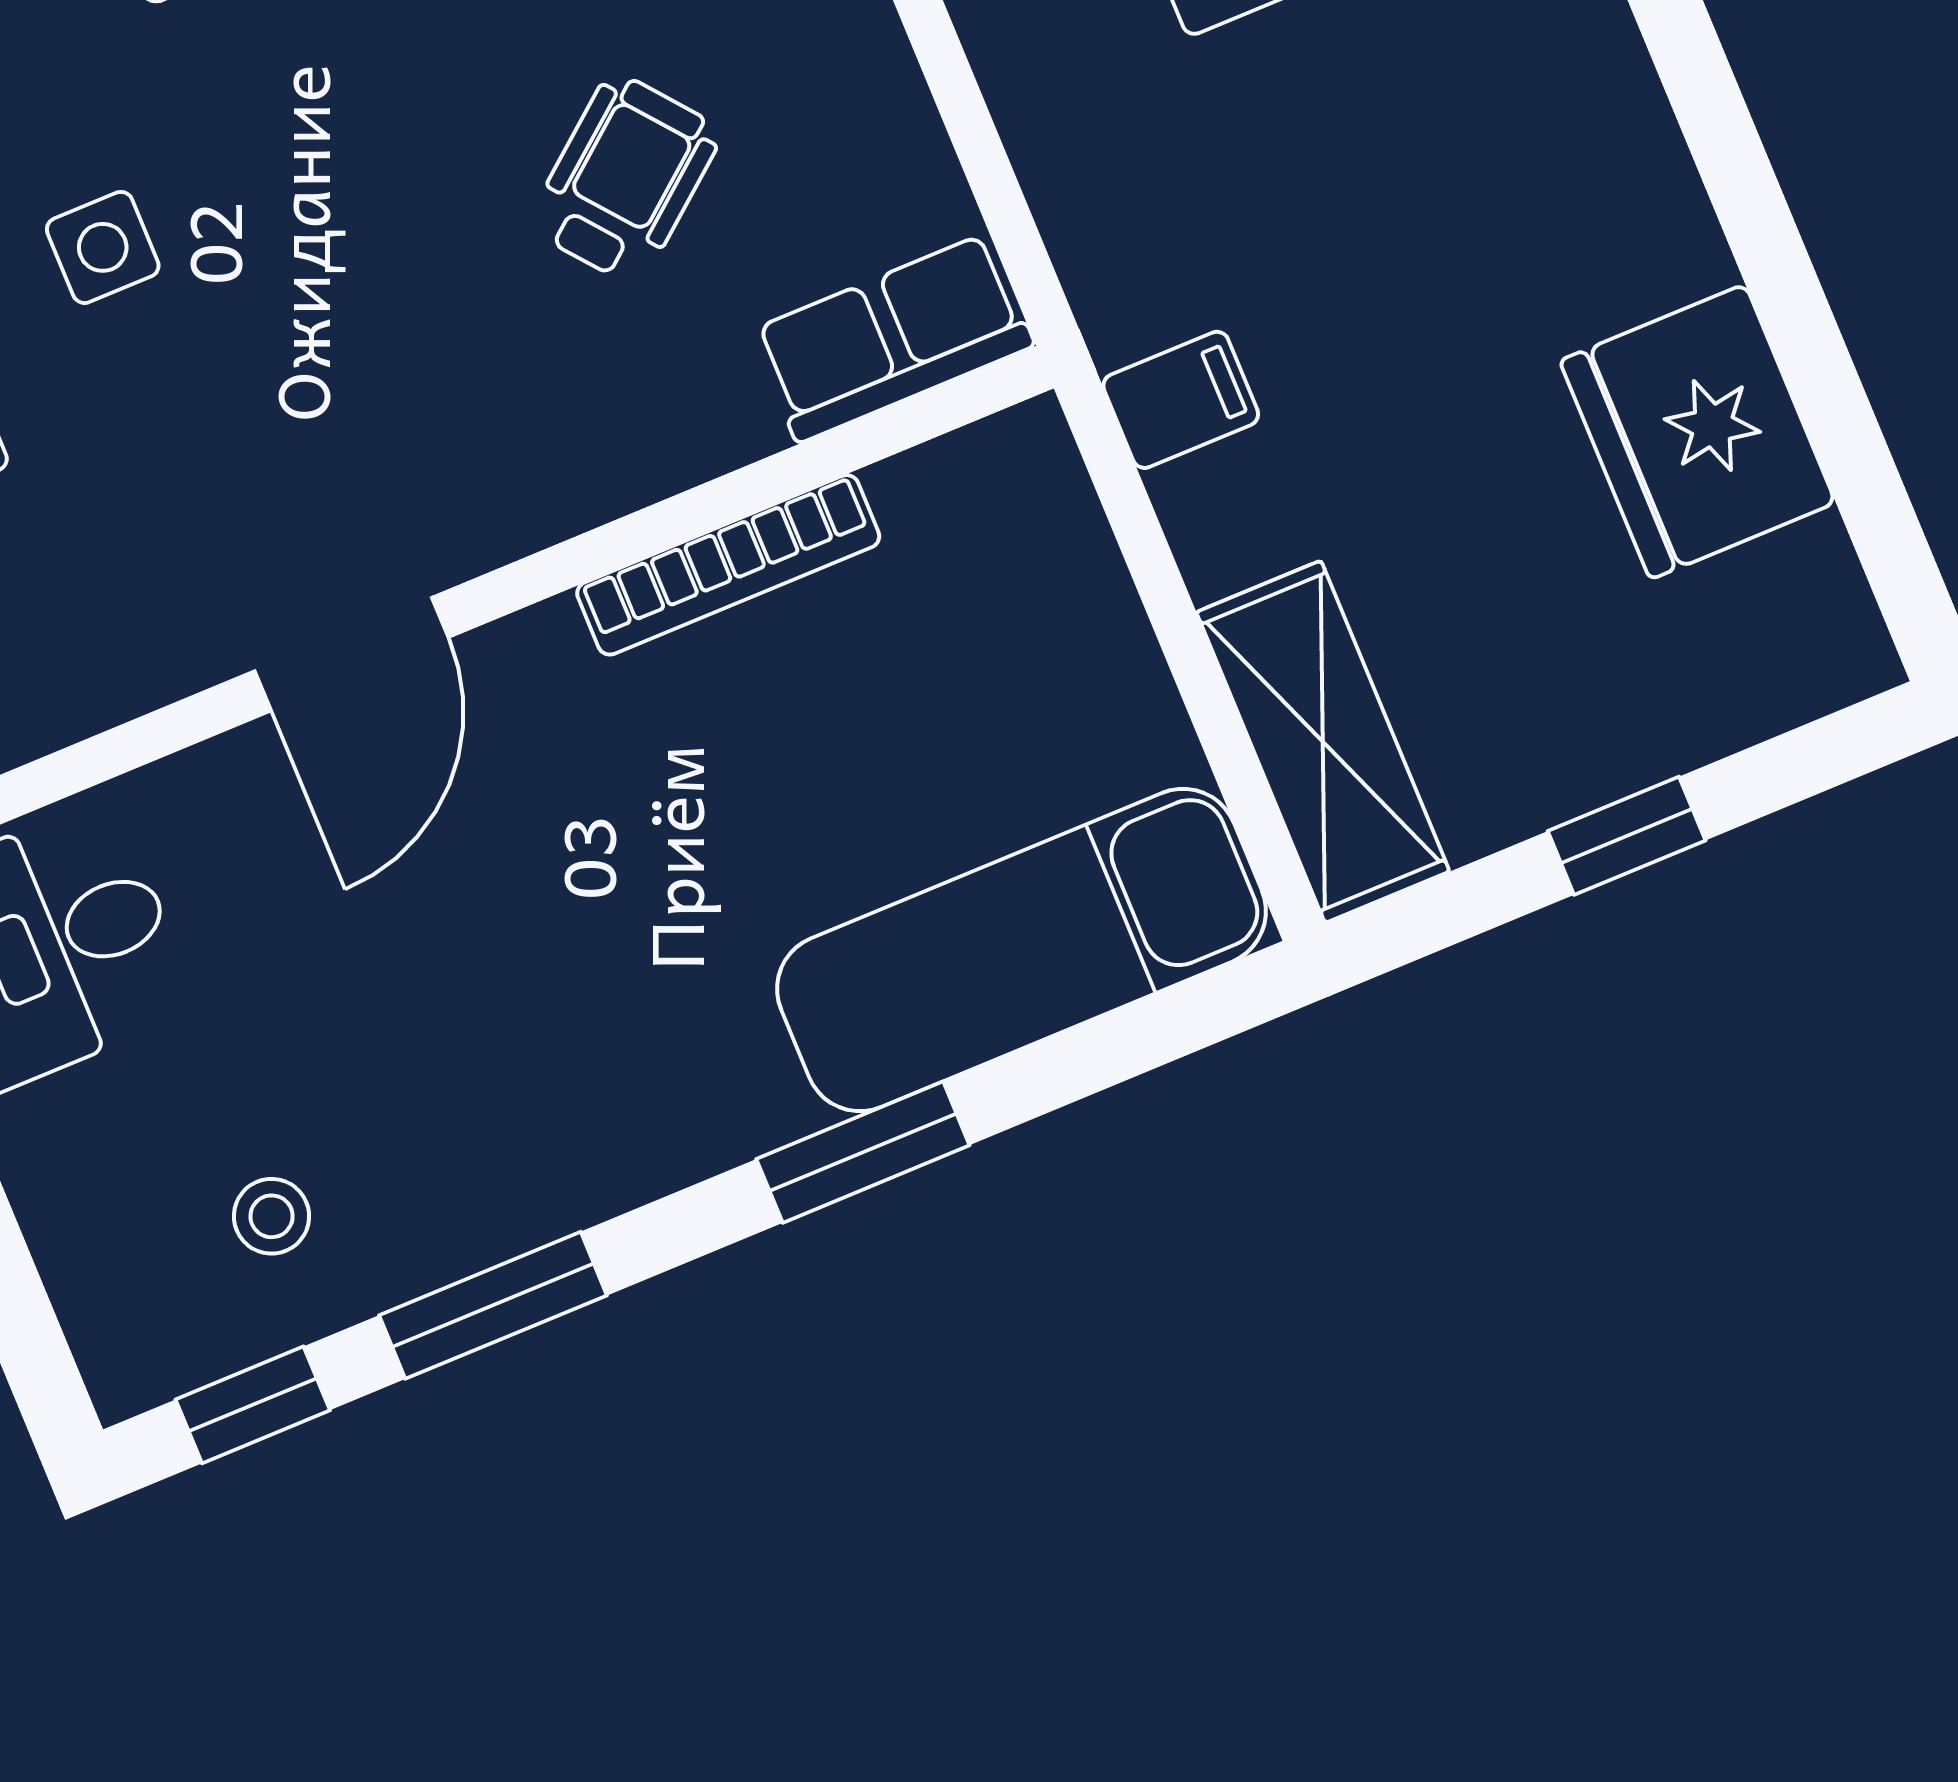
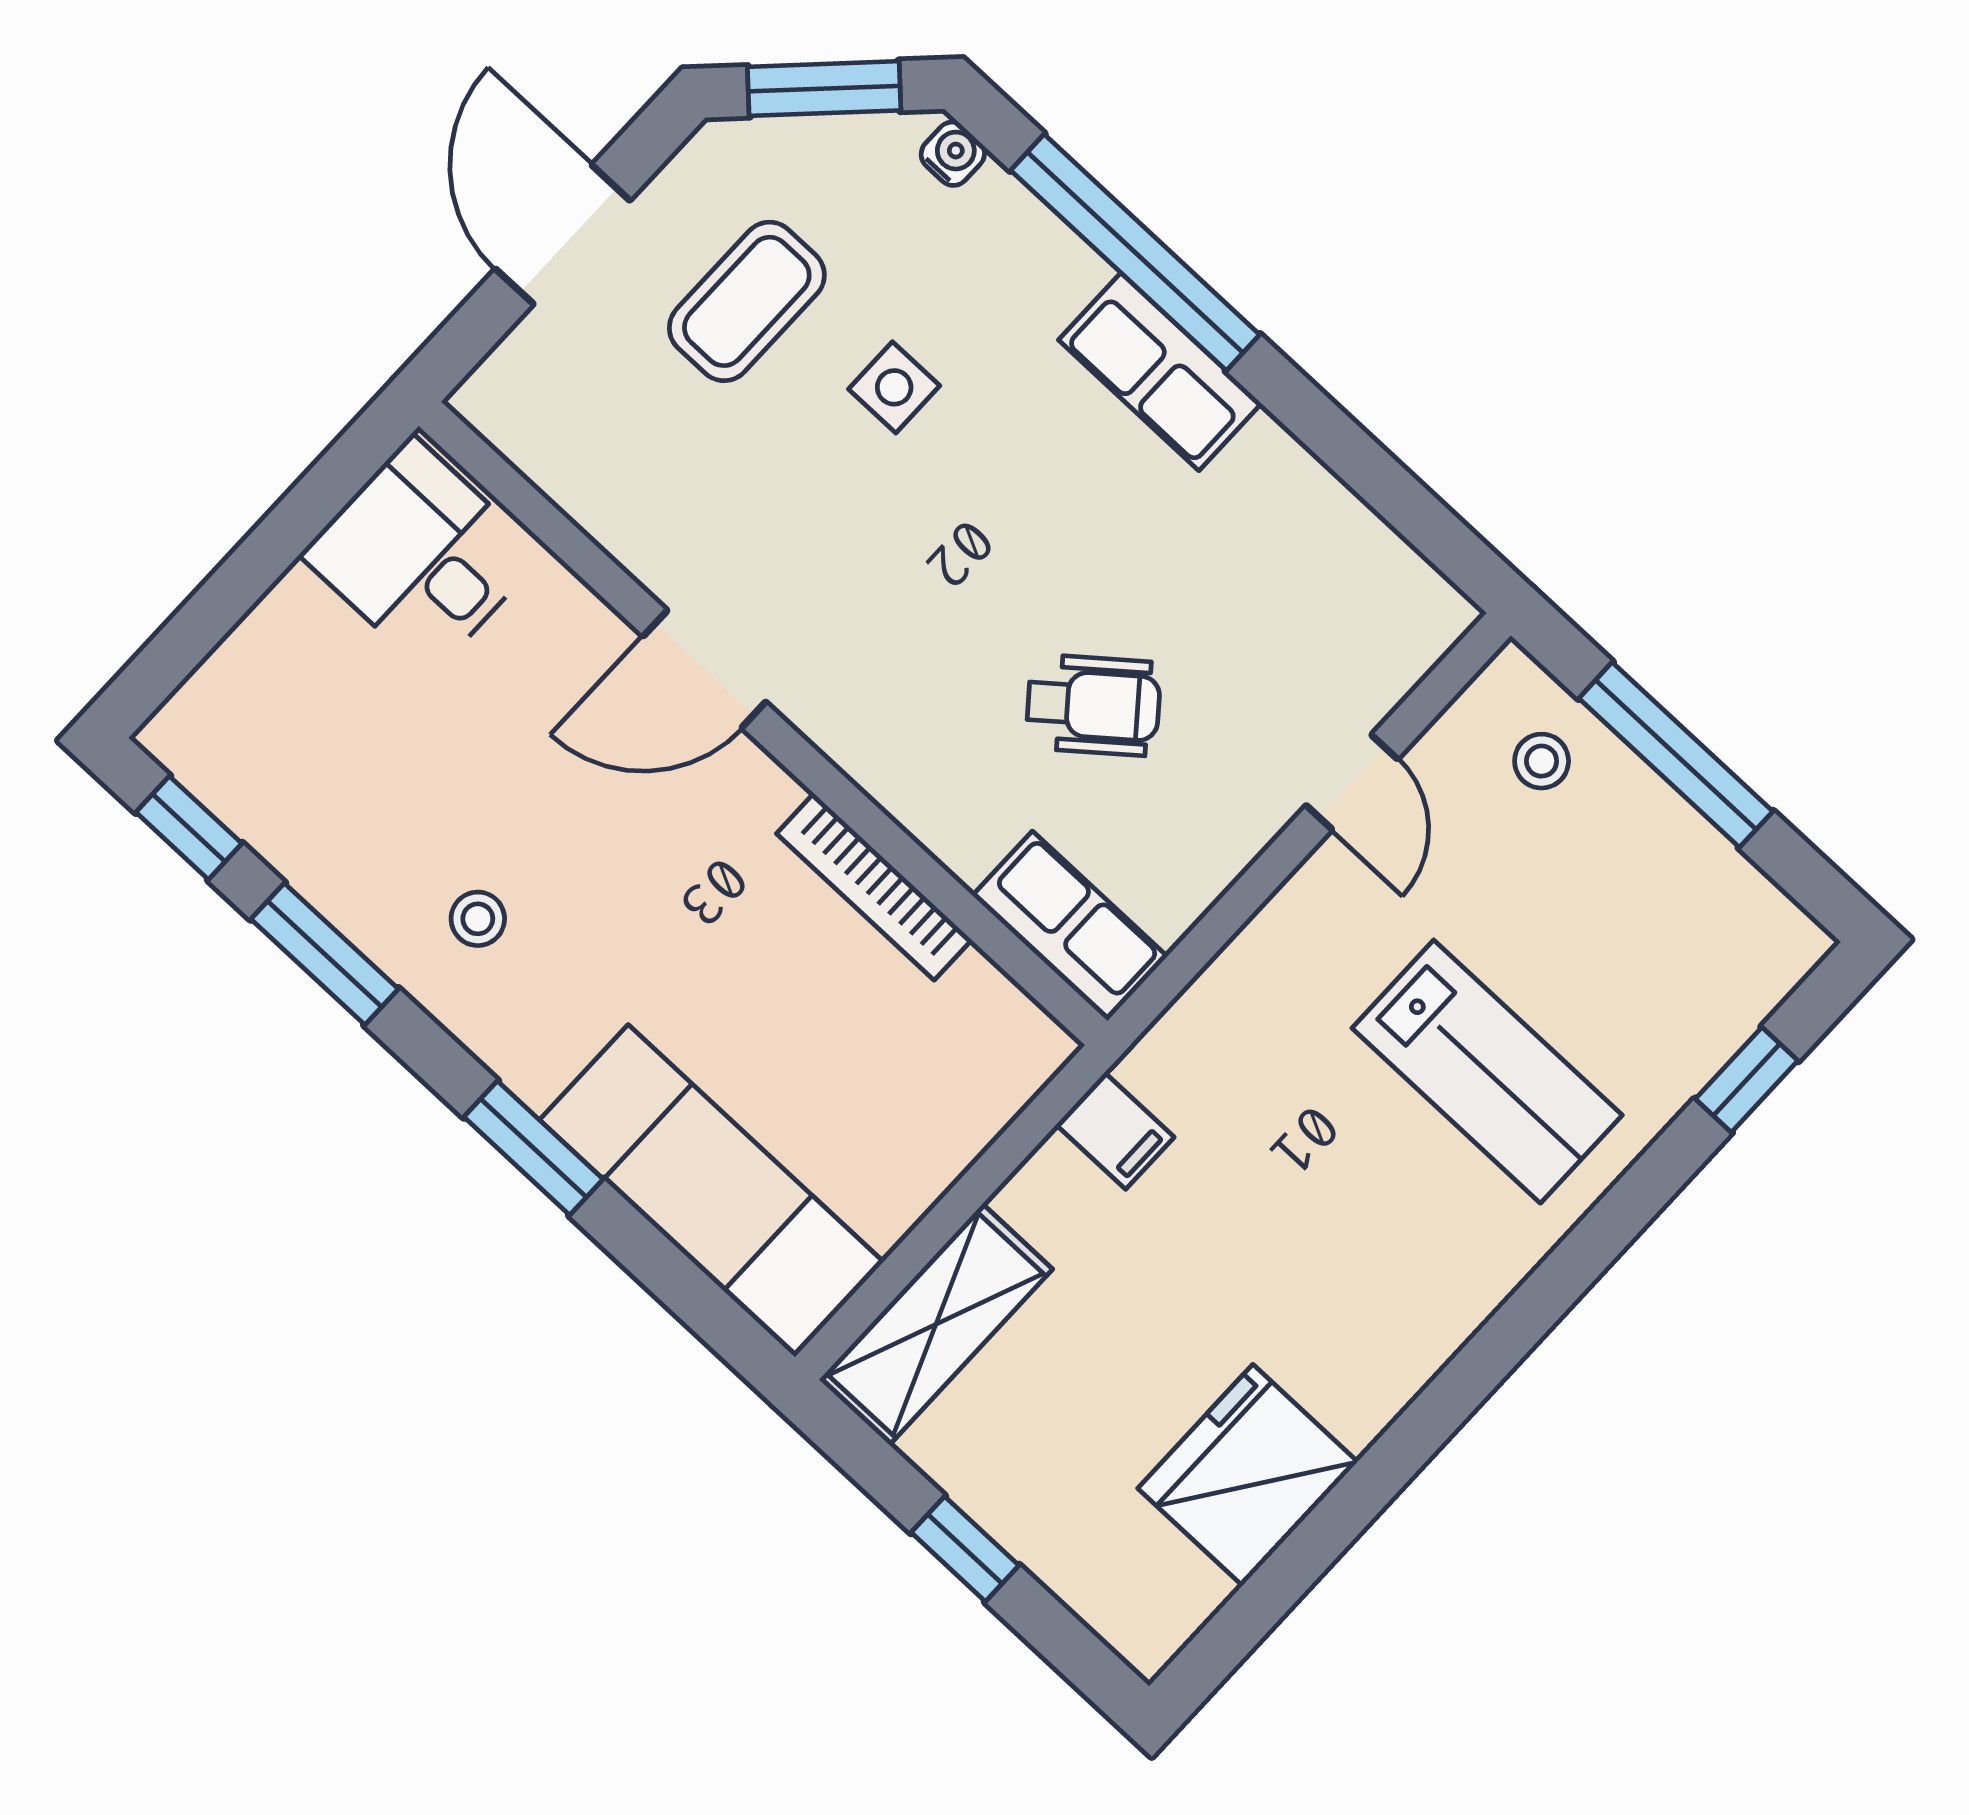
stool: (272, 1216) -> (478, 919), moved

